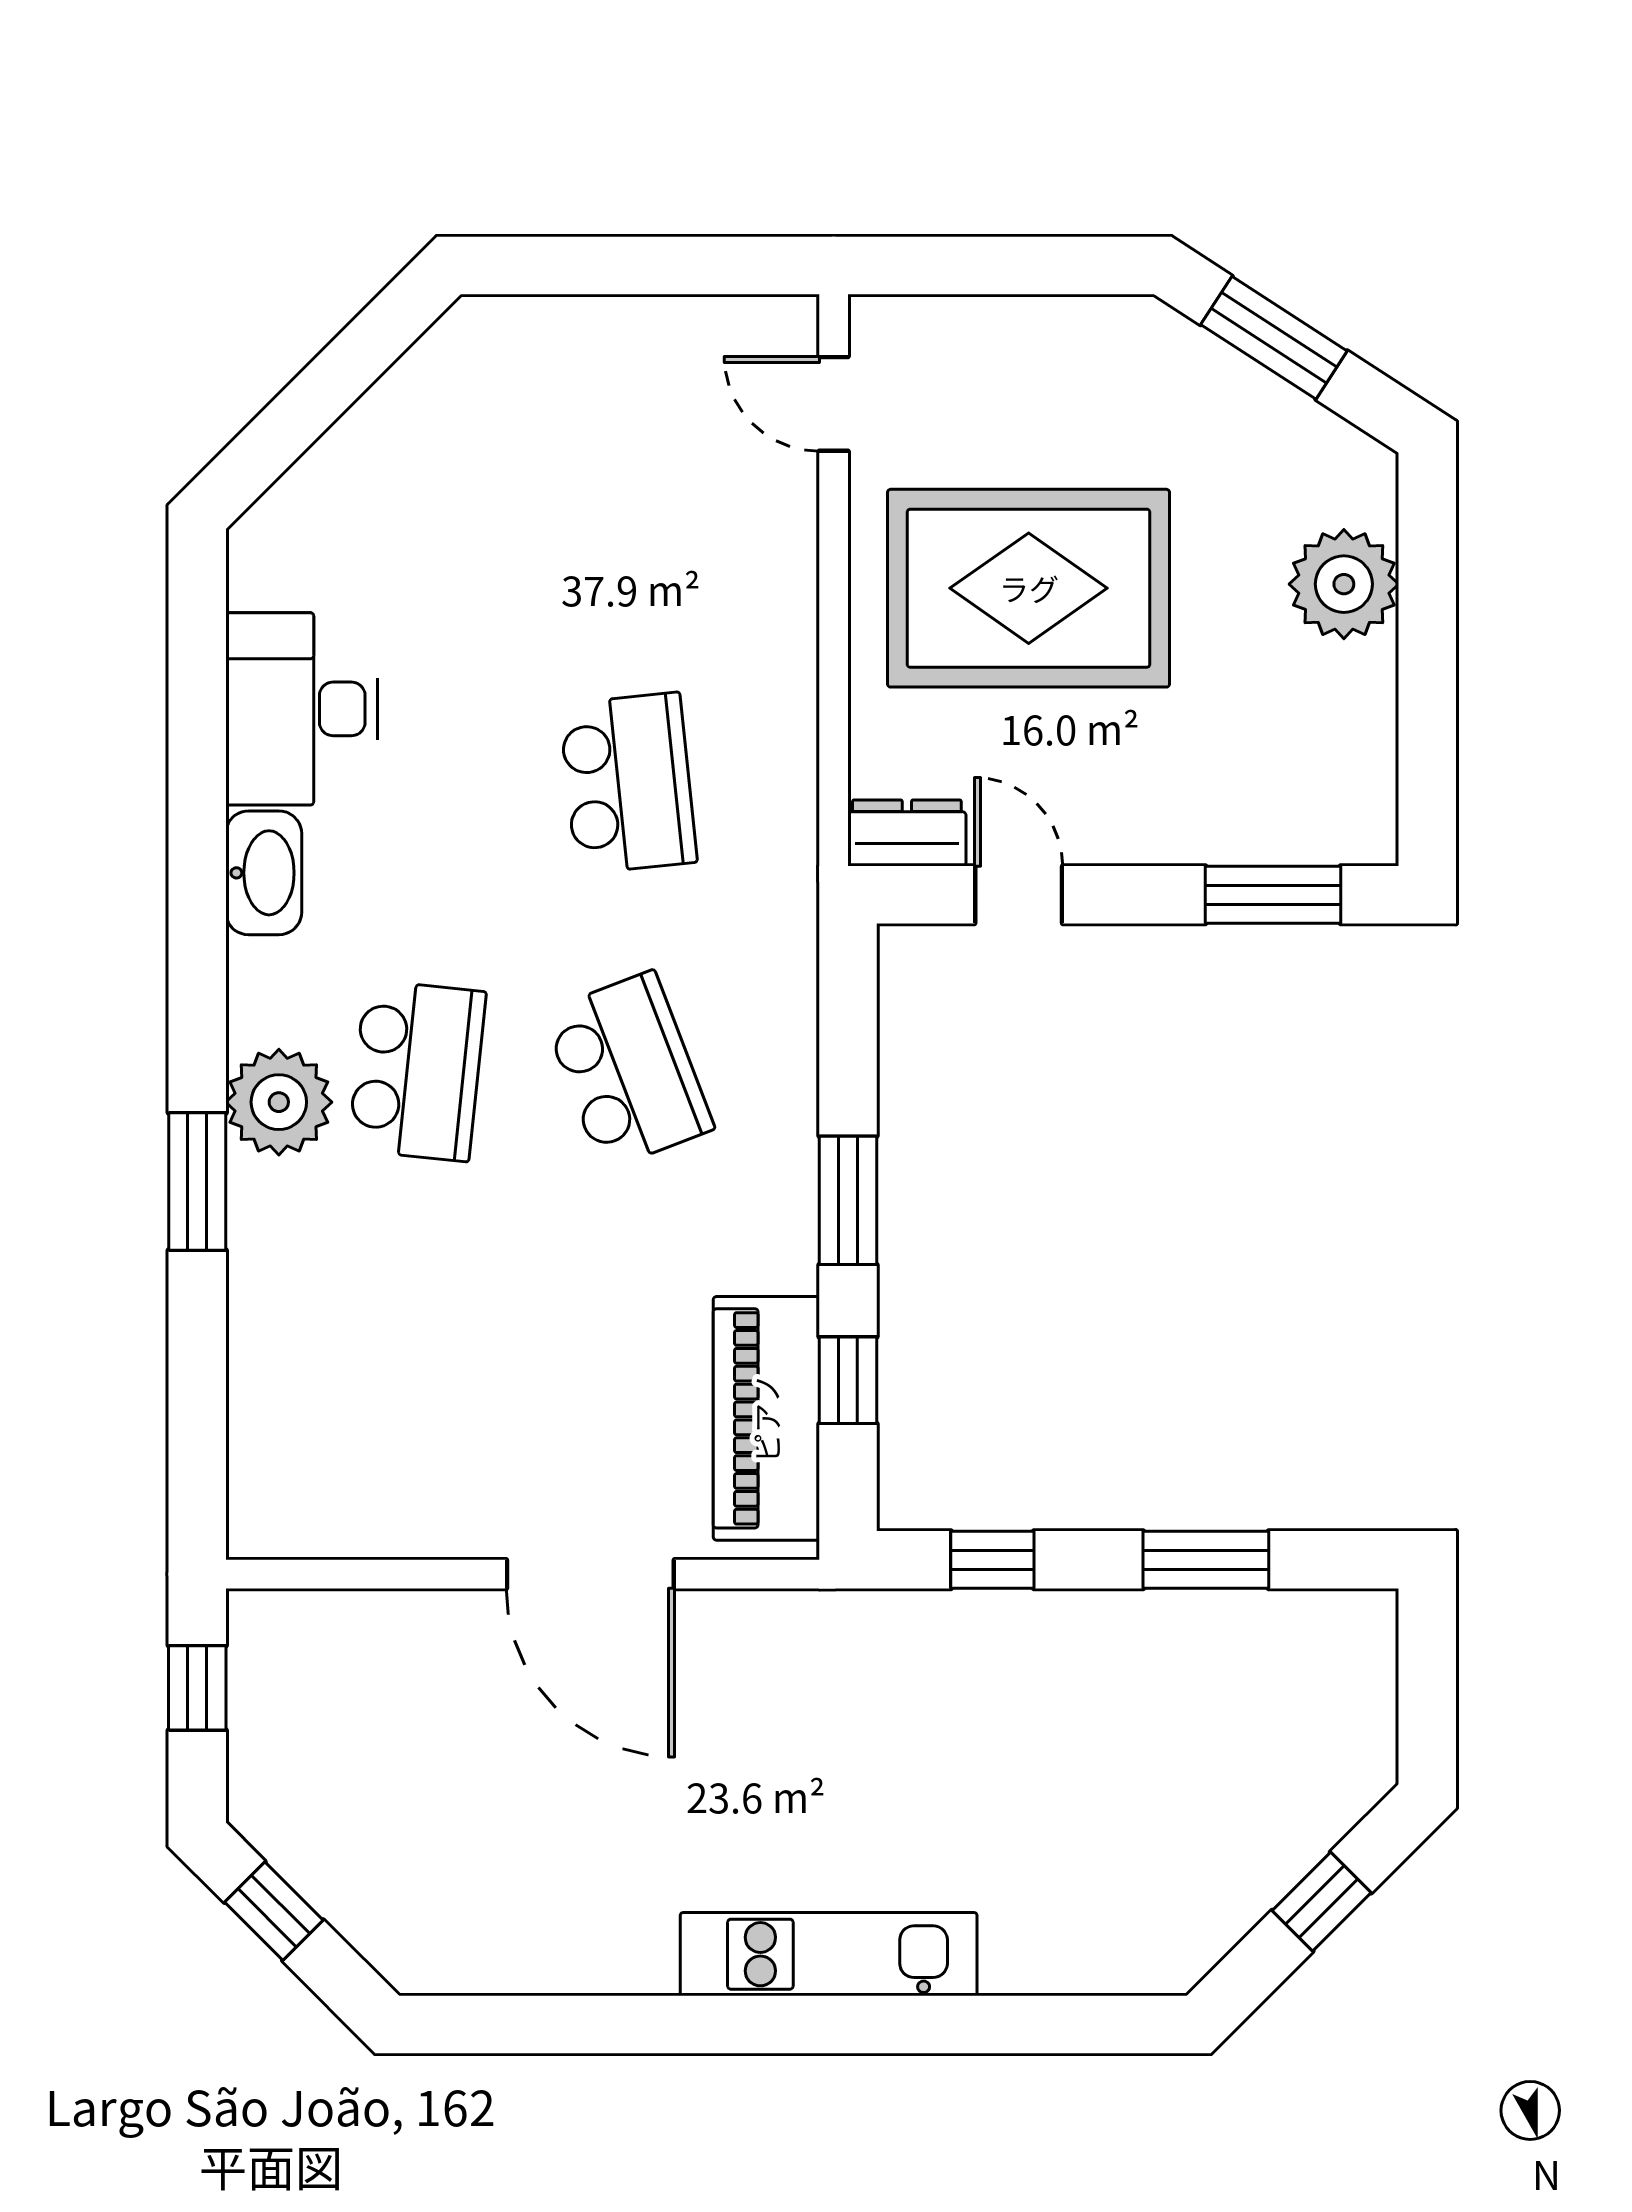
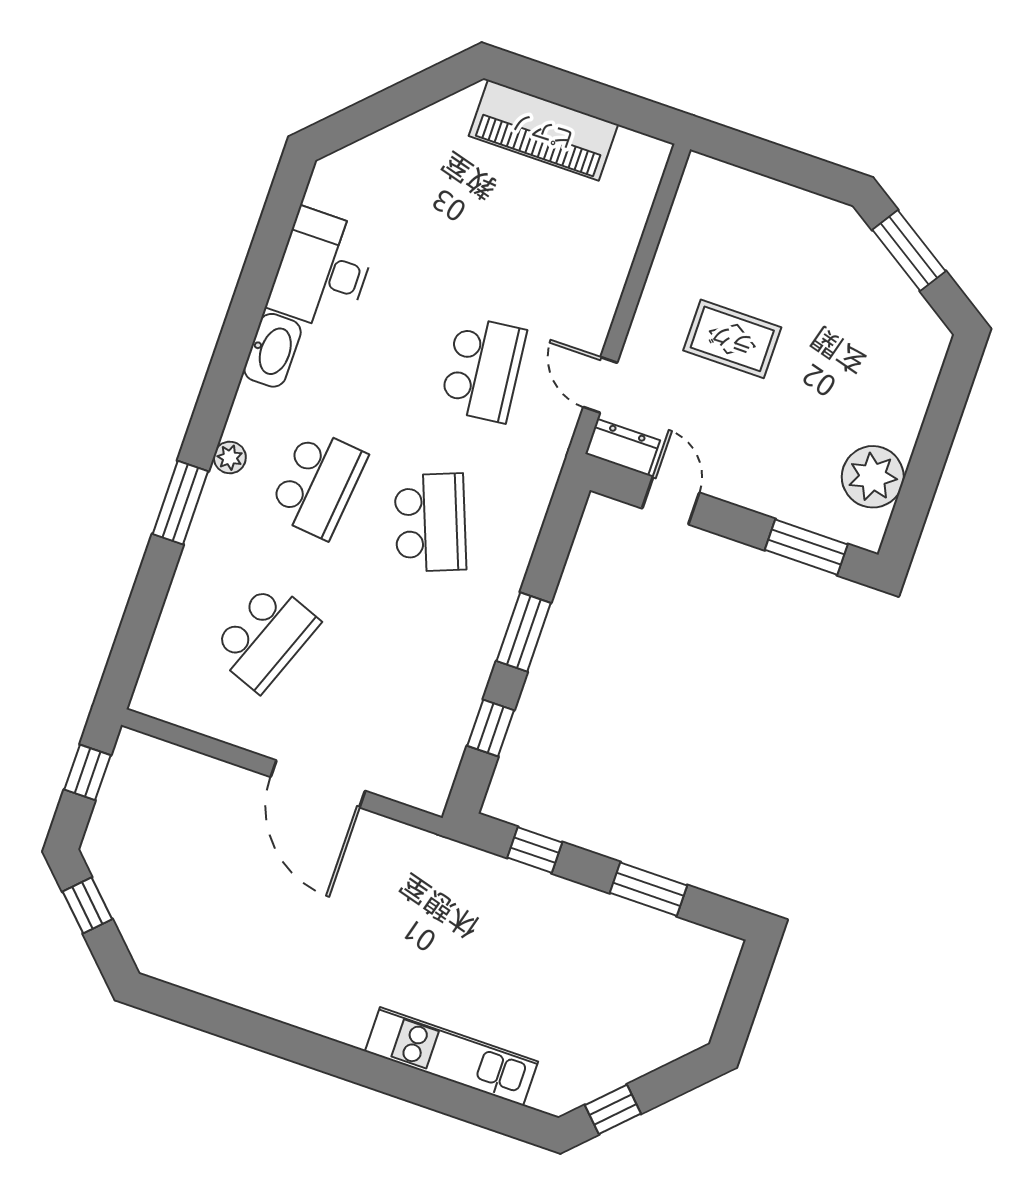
door: (834, 404) -> (600, 385), moved
plant: (1344, 584) -> (873, 477), moved
rug: (1029, 588) -> (732, 339), width x0.54, depth x0.49
plant: (279, 1102) -> (230, 458), width x0.53, depth x0.53
school desk: (417, 1358) -> (265, 637), added
piano: (766, 1418) -> (543, 130), moved, turned -90
window: (1322, 1902) -> (613, 1109), moved
kitchen unit: (829, 1954) -> (451, 1056), moved

